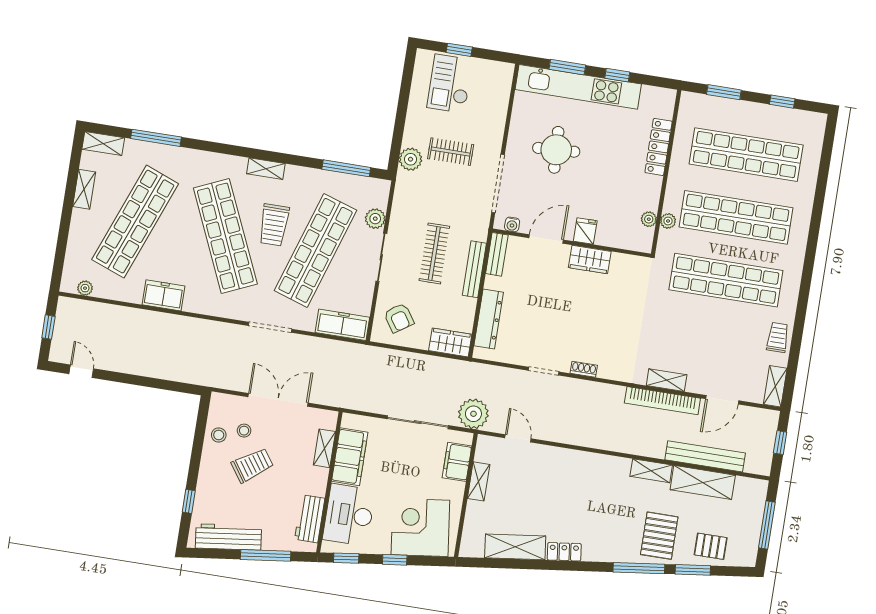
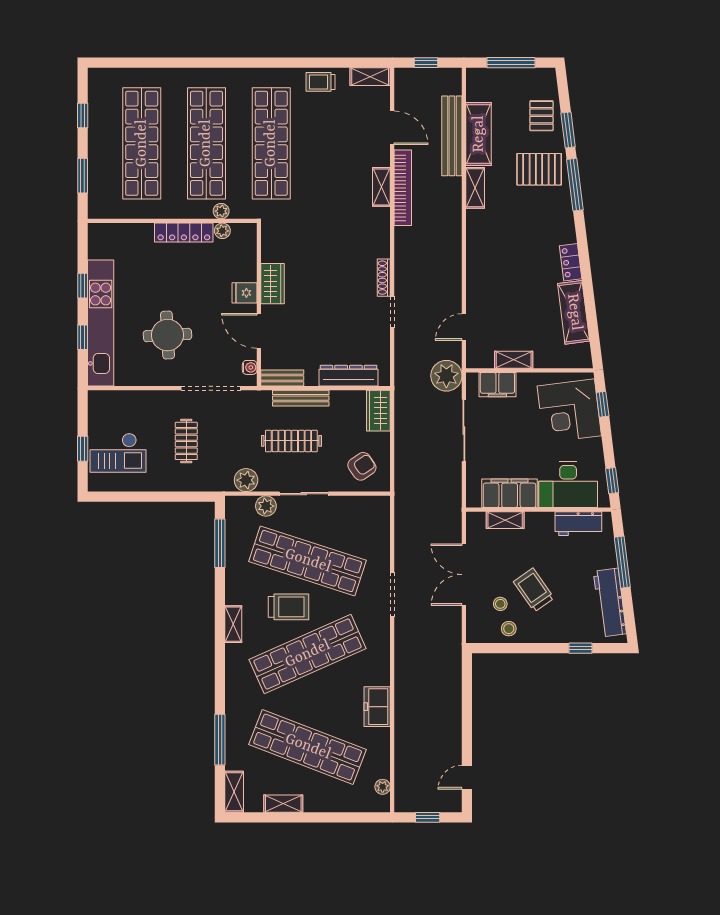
window: (567, 67) -> (83, 337), width x0.67
locker: (659, 147) -> (184, 233), moved
plant: (411, 159) -> (246, 480), moved
freezer: (342, 325) -> (378, 522), removed
shoe rack: (584, 369) -> (384, 278), width x1.43
window: (395, 560) -> (603, 404), moved

